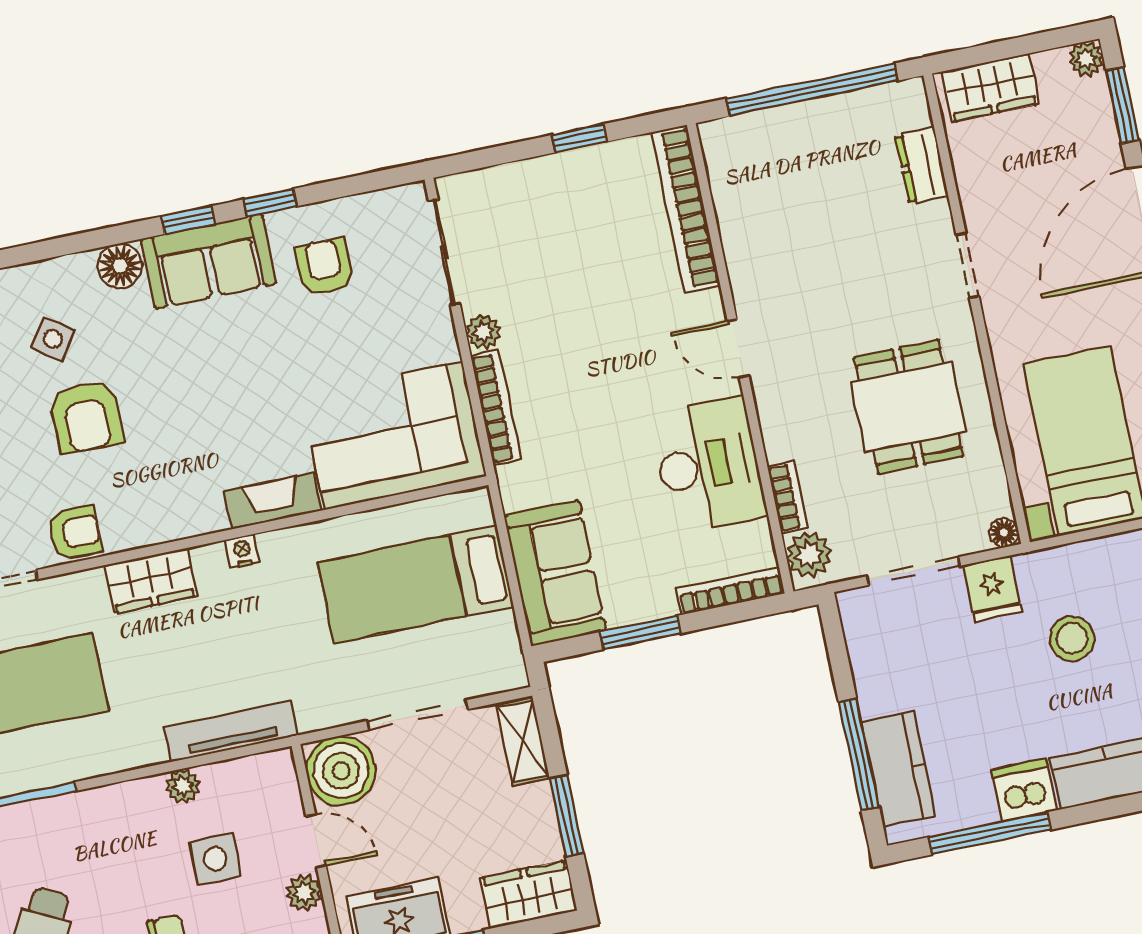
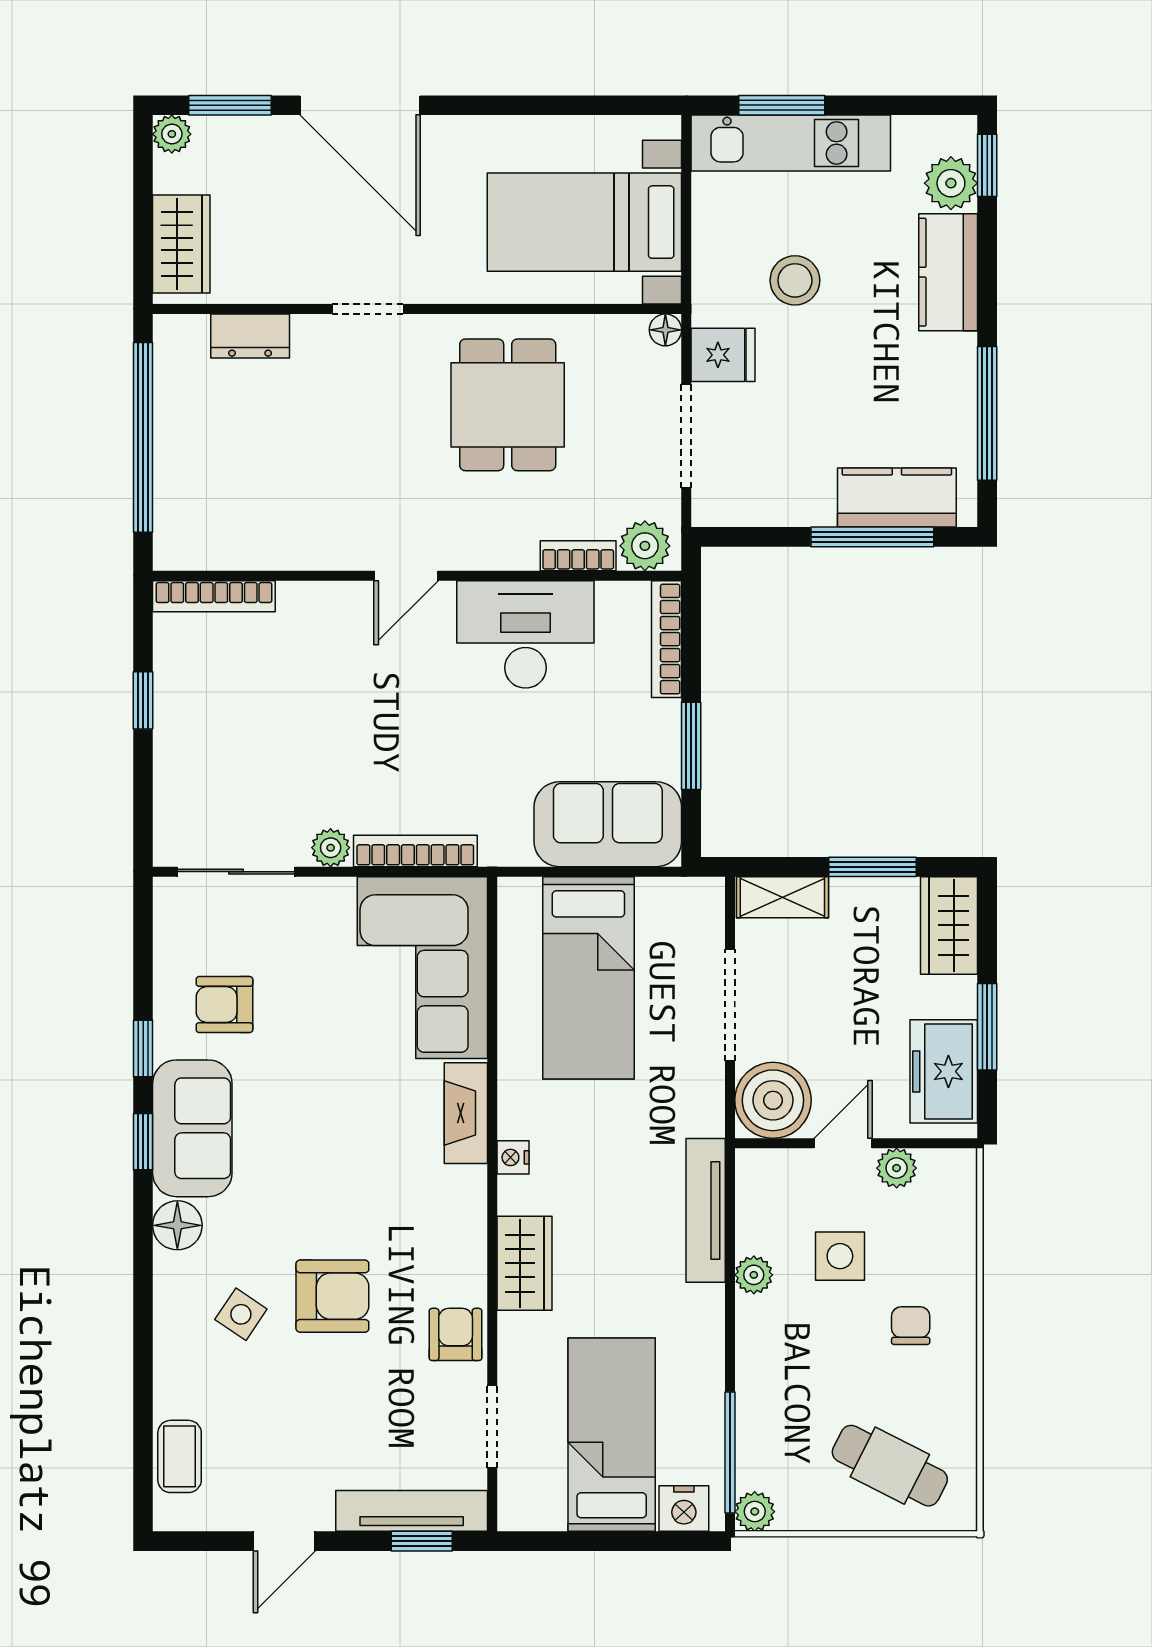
bookcase: (685, 209) -> (214, 596), width x0.68, depth x0.76
dining table: (908, 407) -> (508, 405), turned 90
dishwasher: (1024, 790) -> (948, 366), removed

